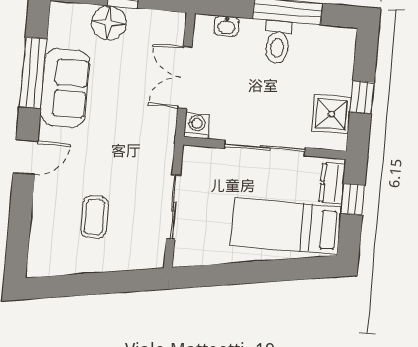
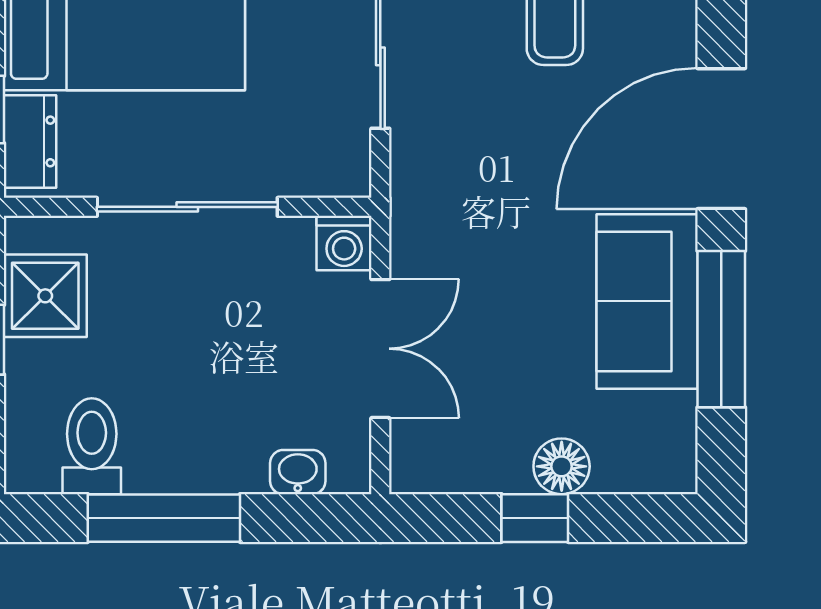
floor lamp: (109, 23) -> (562, 466), width x0.73, depth x0.73
toilet: (278, 42) -> (92, 446), moved
door: (26, 157) -> (721, 139), width x1.88

